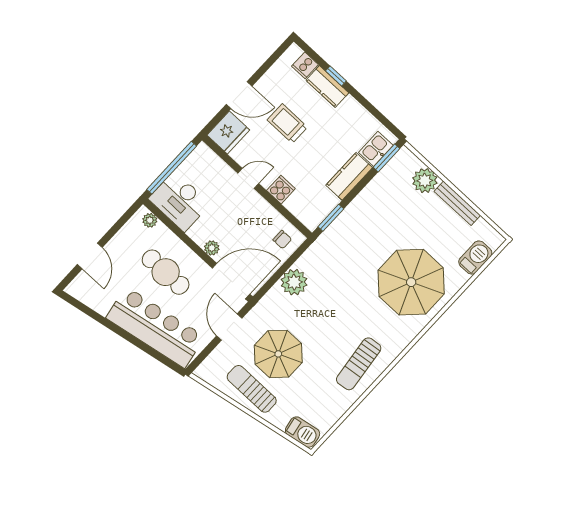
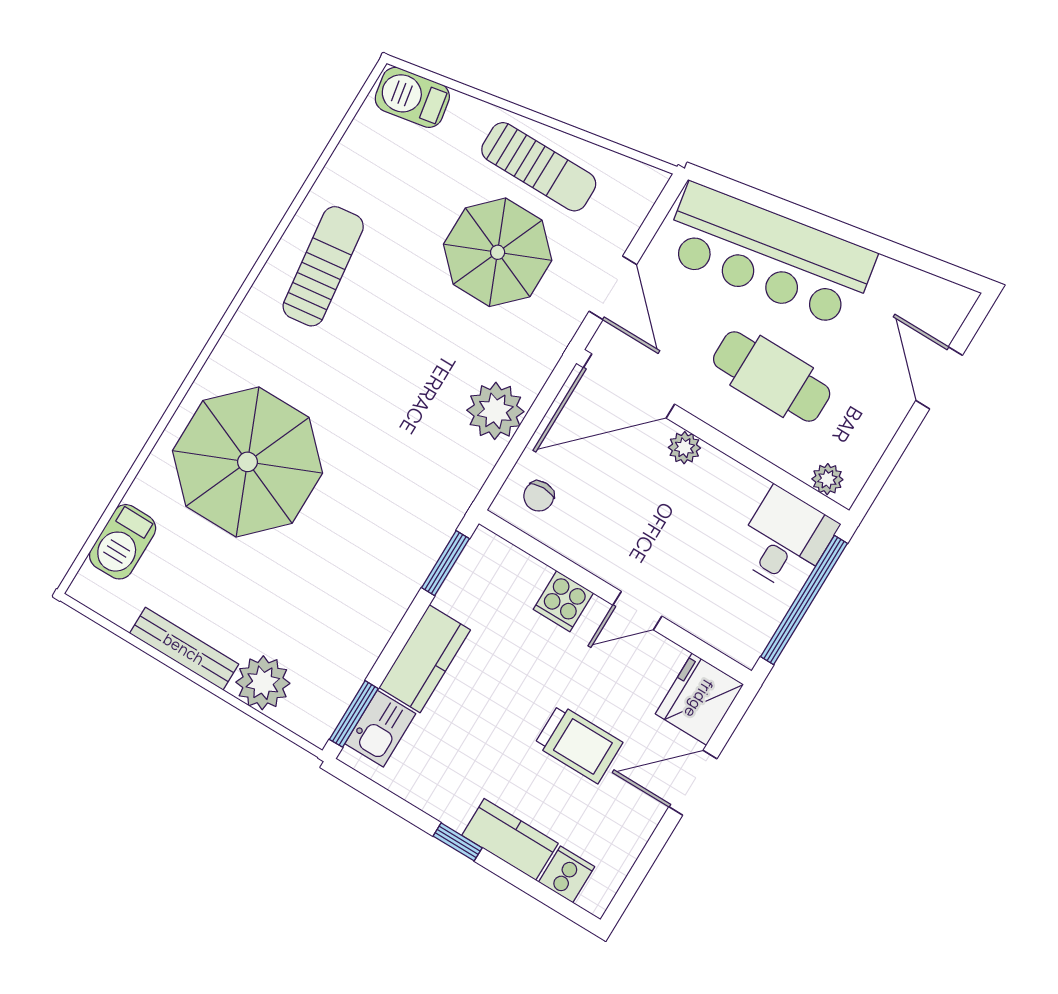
window: (336, 76) -> (458, 842), moved
desk: (179, 201) -> (785, 540), width x0.73
chair: (282, 240) -> (539, 496), turned -90

